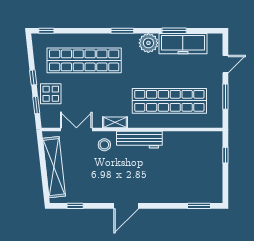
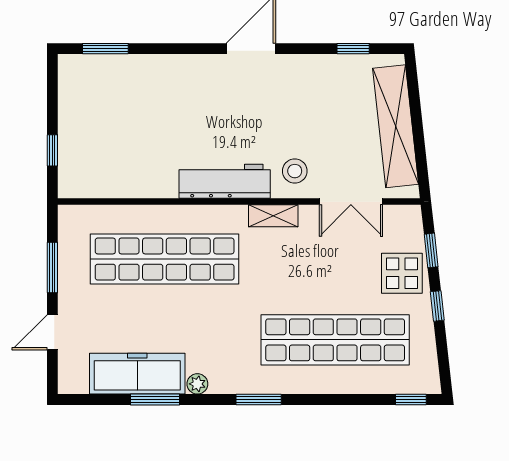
plant: (148, 43) -> (197, 384), width x0.53, depth x0.53

